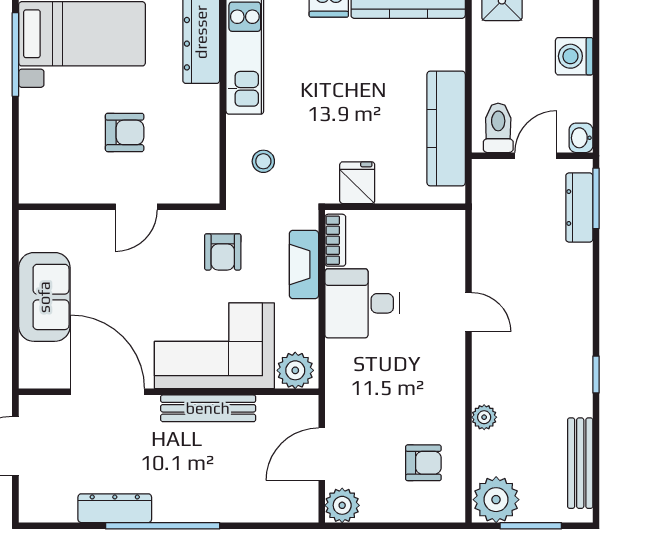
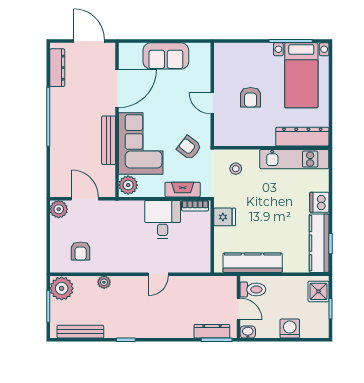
armchair: (223, 252) -> (189, 148), turned 38
dresser: (115, 508) -> (57, 68), moved

